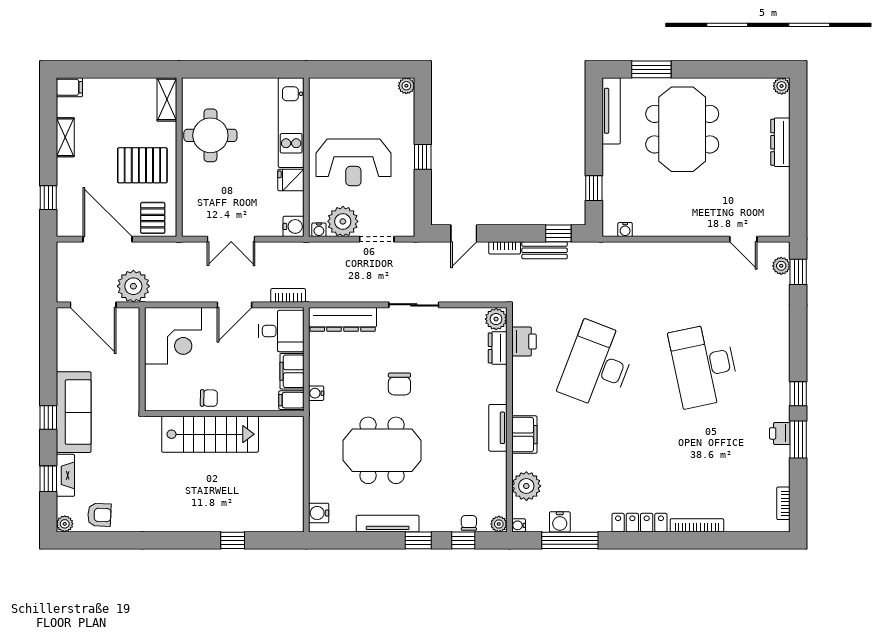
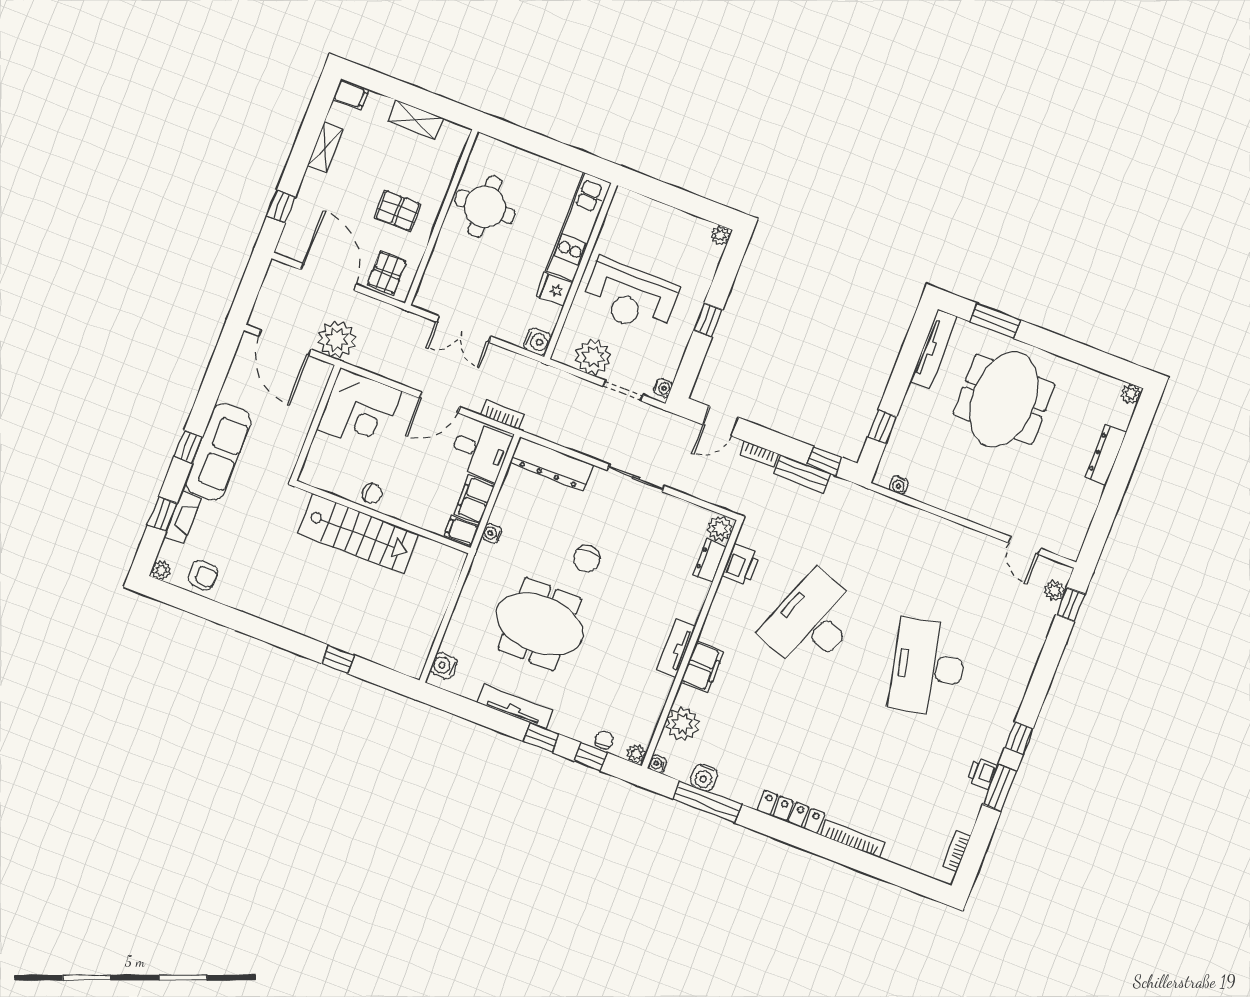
shelving: (167, 99) -> (416, 120), moved, turned 90
pallet: (142, 165) -> (398, 211), width x0.67, depth x0.71
water cooler: (319, 230) -> (663, 388), moved, turned -90

